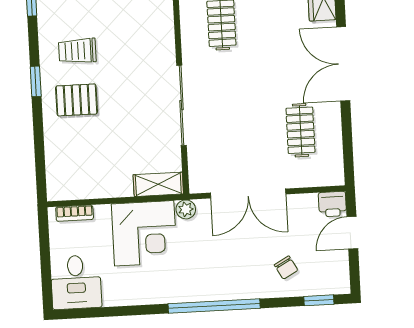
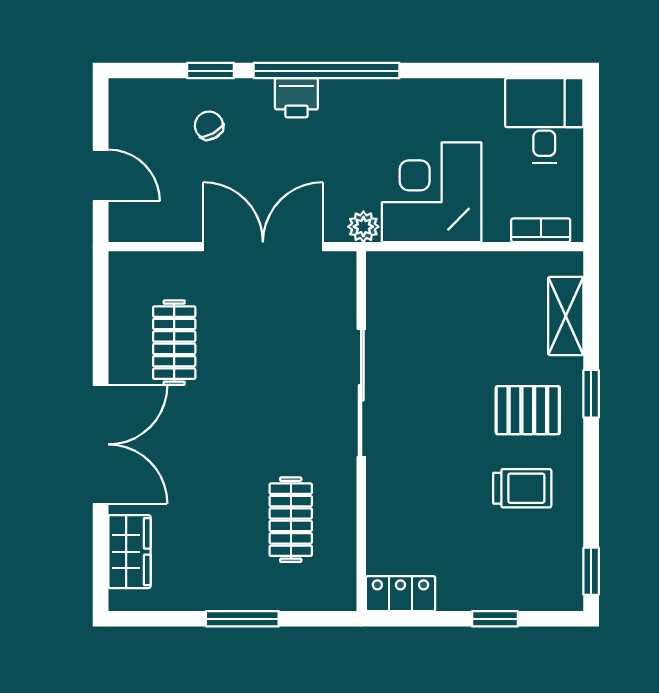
window: (36, 81) -> (591, 394), moved
shelving: (158, 184) -> (566, 316), moved, turned 90
printer: (332, 204) -> (296, 98), moved, turned 180
door: (352, 233) -> (101, 175), hinge flipped
window: (319, 300) -> (211, 71), moved

